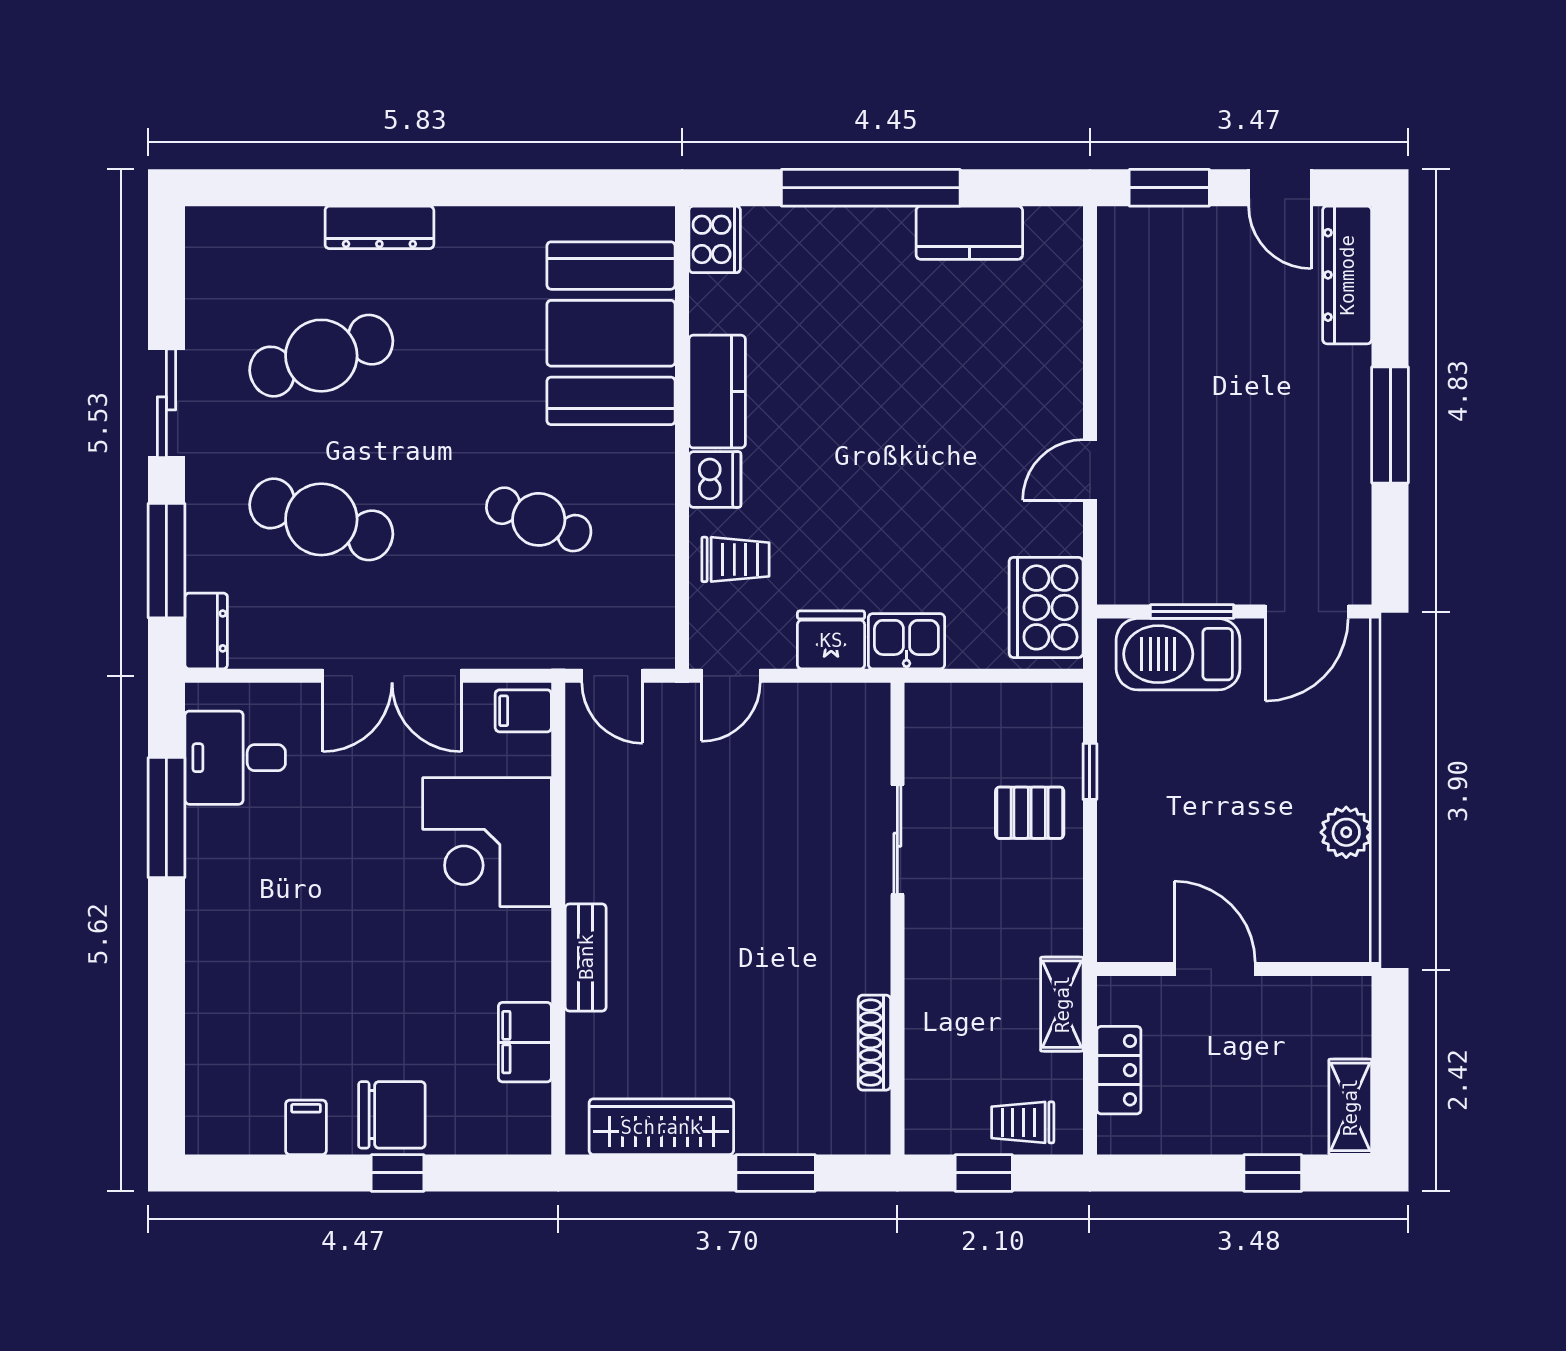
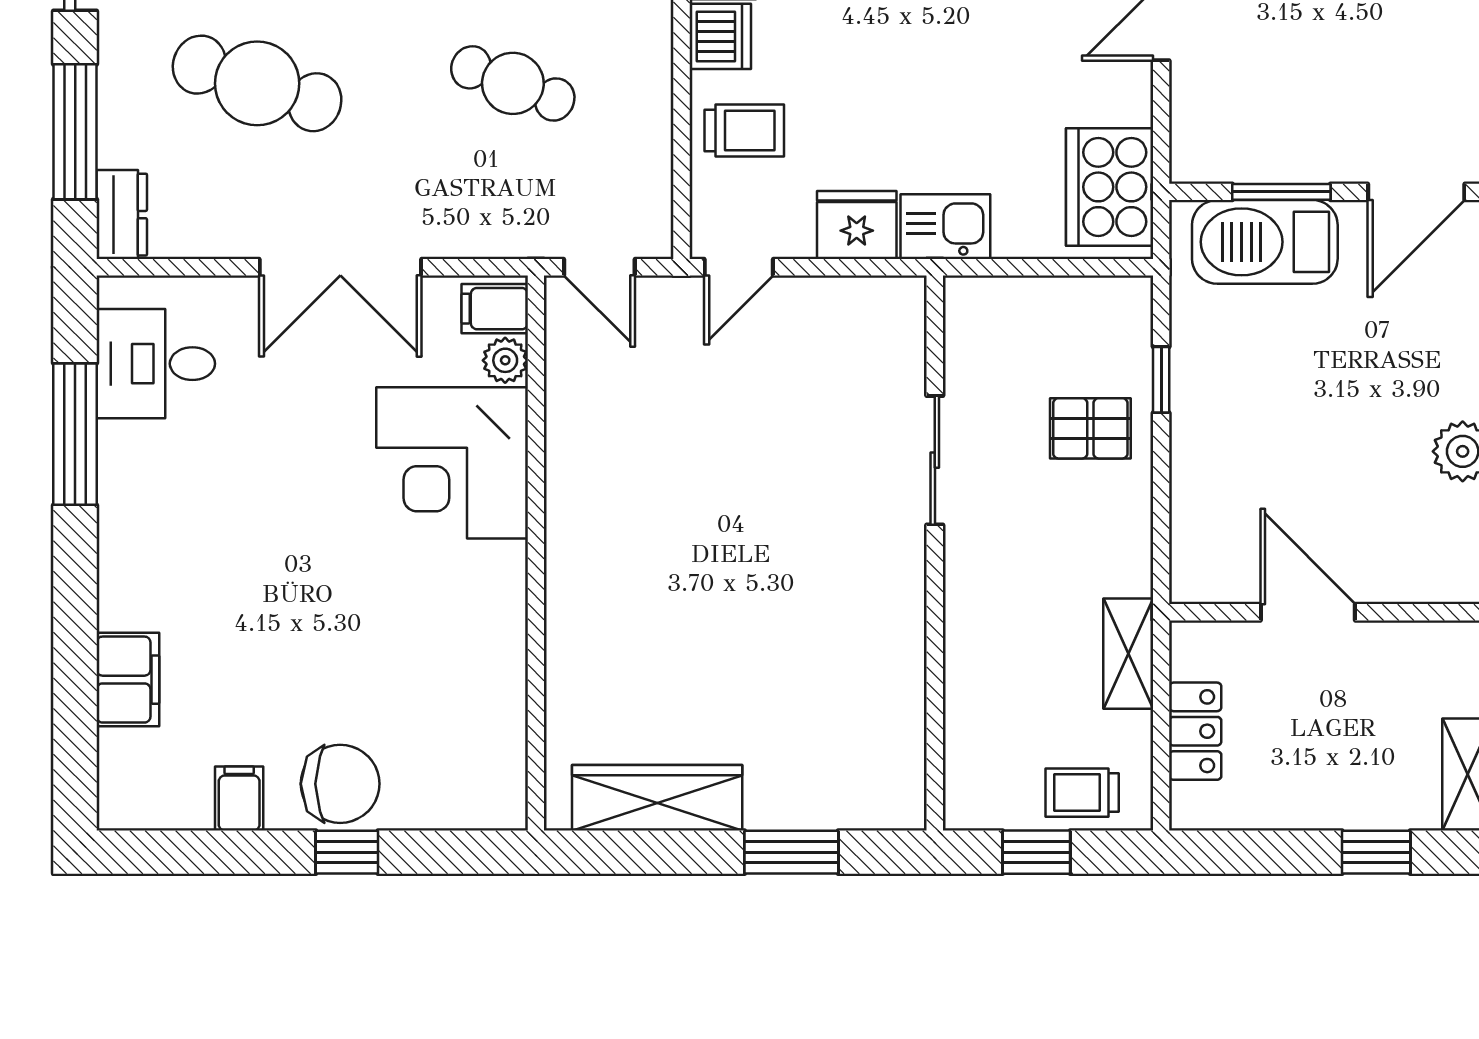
plant: (532, 755) -> (505, 360), added
bench: (586, 957) -> (568, 599), removed
filing cabinet: (525, 1042) -> (128, 680), moved, turned 180
shoe rack: (874, 1043) -> (908, 699), removed

